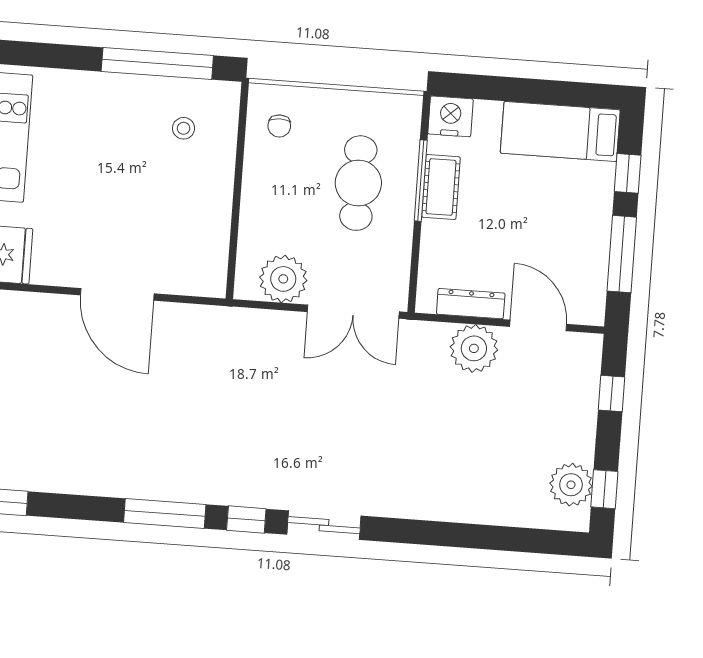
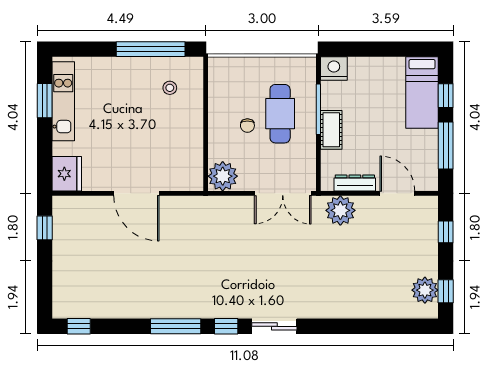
chair: (279, 126) -> (247, 126), moved
bed: (560, 131) -> (422, 93), moved, turned -90
cot: (441, 187) -> (331, 130), moved
plant: (283, 279) -> (223, 176), moved
plant: (474, 348) -> (340, 210), moved

